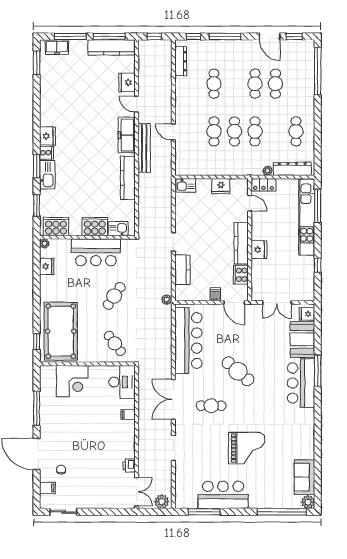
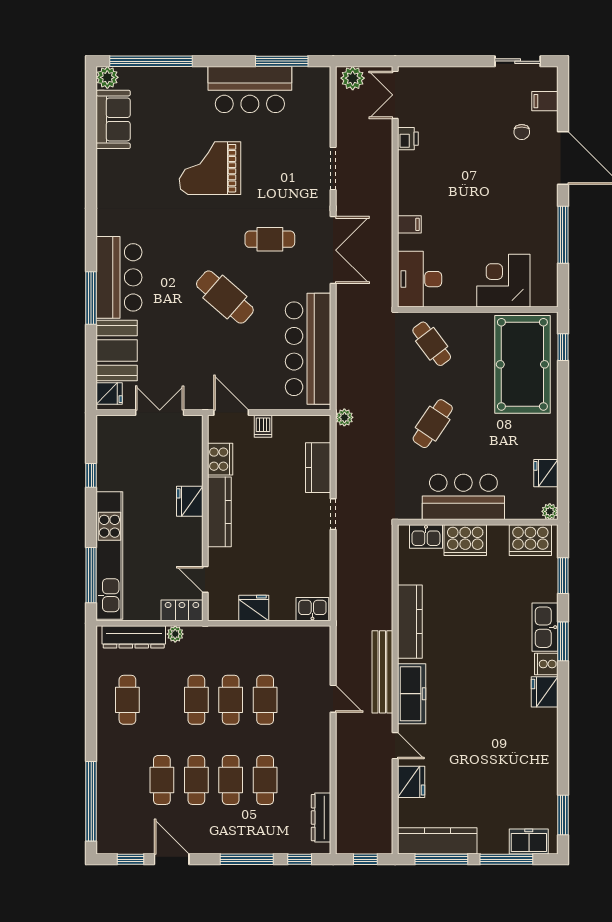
cafe table: (234, 84) -> (231, 780), added

